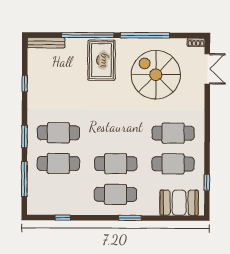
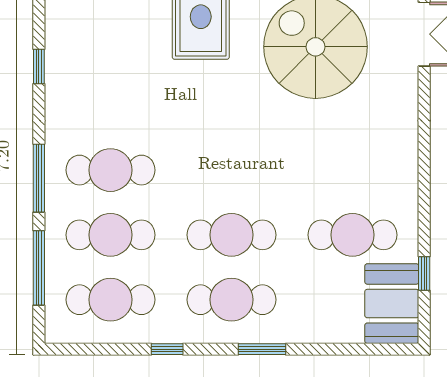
cafe table: (173, 133) -> (110, 300), moved
window: (24, 136) -> (39, 178), width x1.44
booth: (179, 203) -> (392, 304), moved, turned 90
window: (63, 218) -> (167, 349), moved

